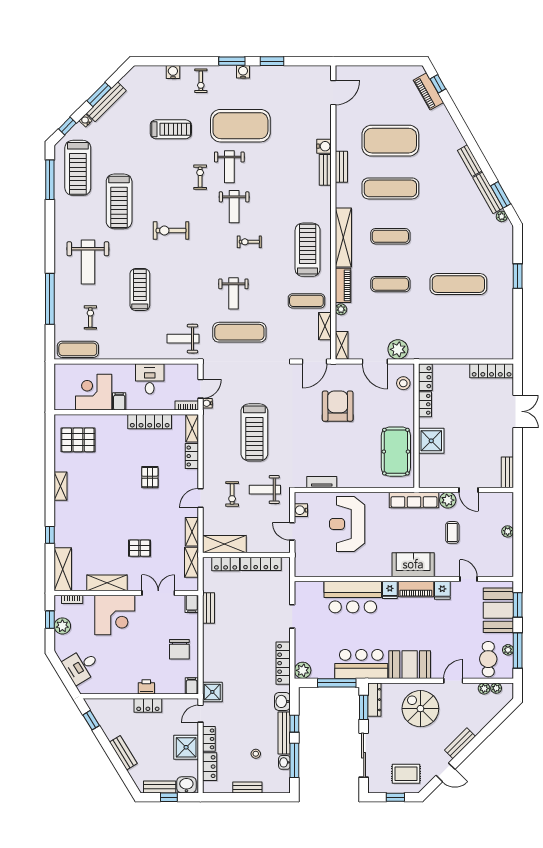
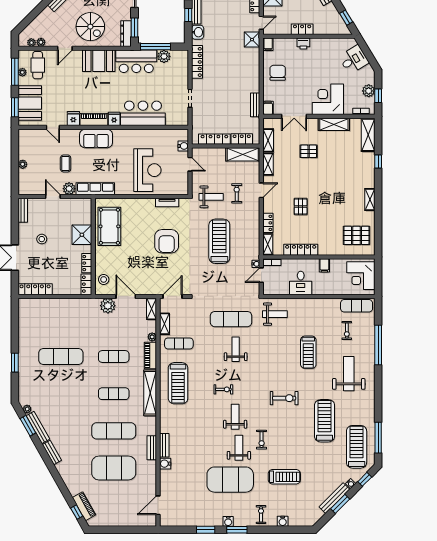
treadmill: (171, 129) -> (284, 477), turned 180
corner desk: (94, 392) -> (361, 276), moved, turned 90
armchair: (338, 406) -> (167, 241), moved
stool: (483, 435) -> (42, 239), added
water cooler: (301, 510) -> (183, 146), moved
plant: (303, 670) -> (164, 56), moved

